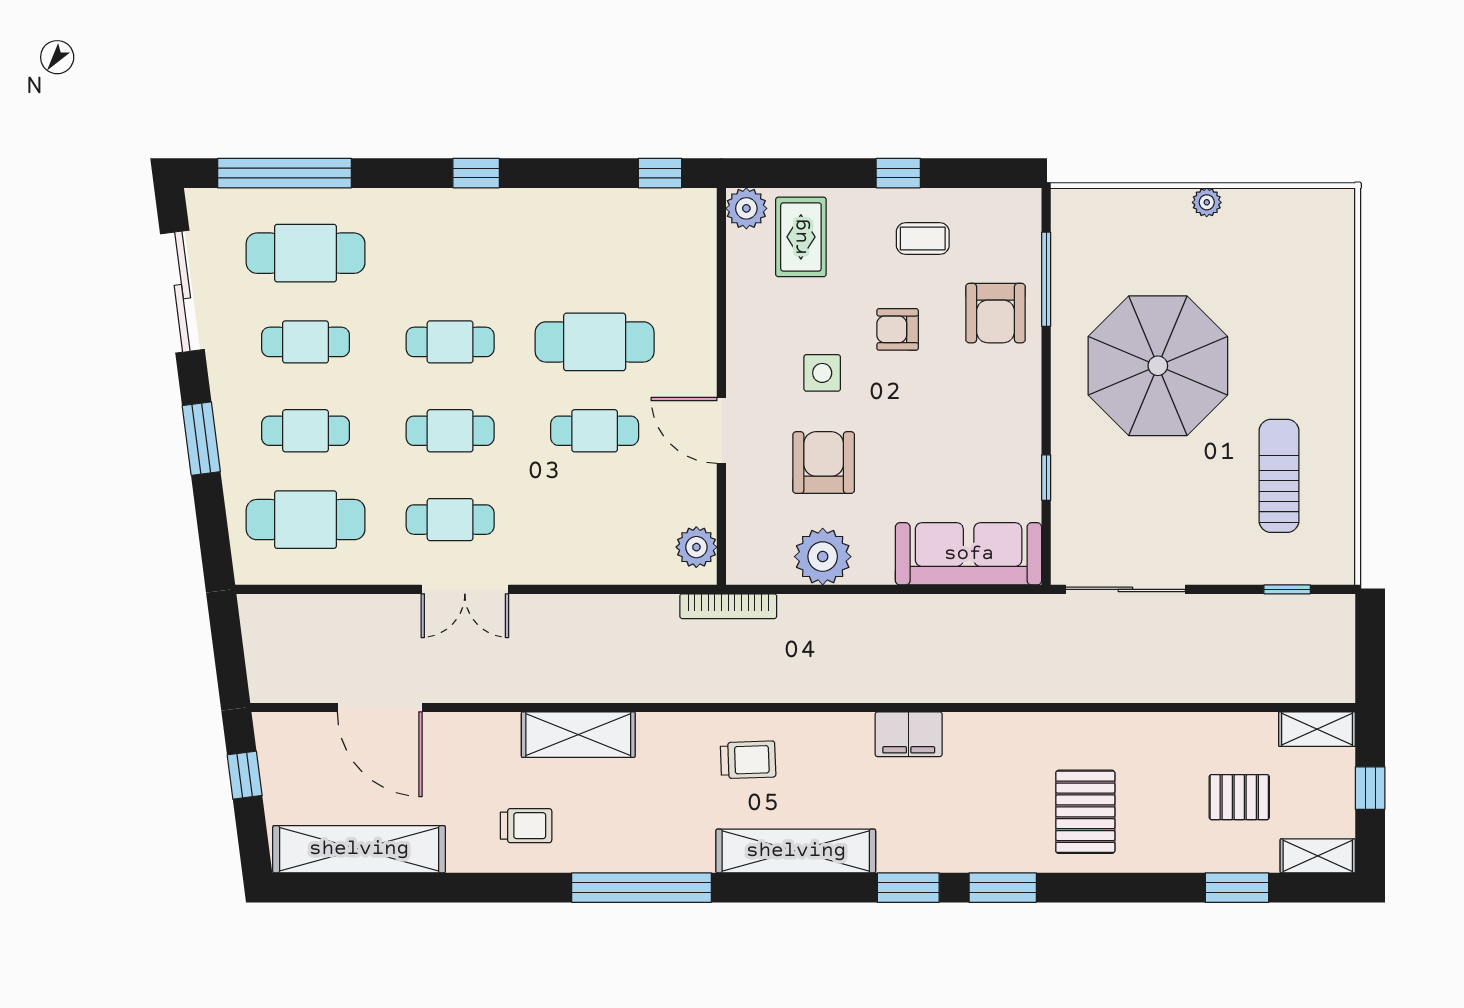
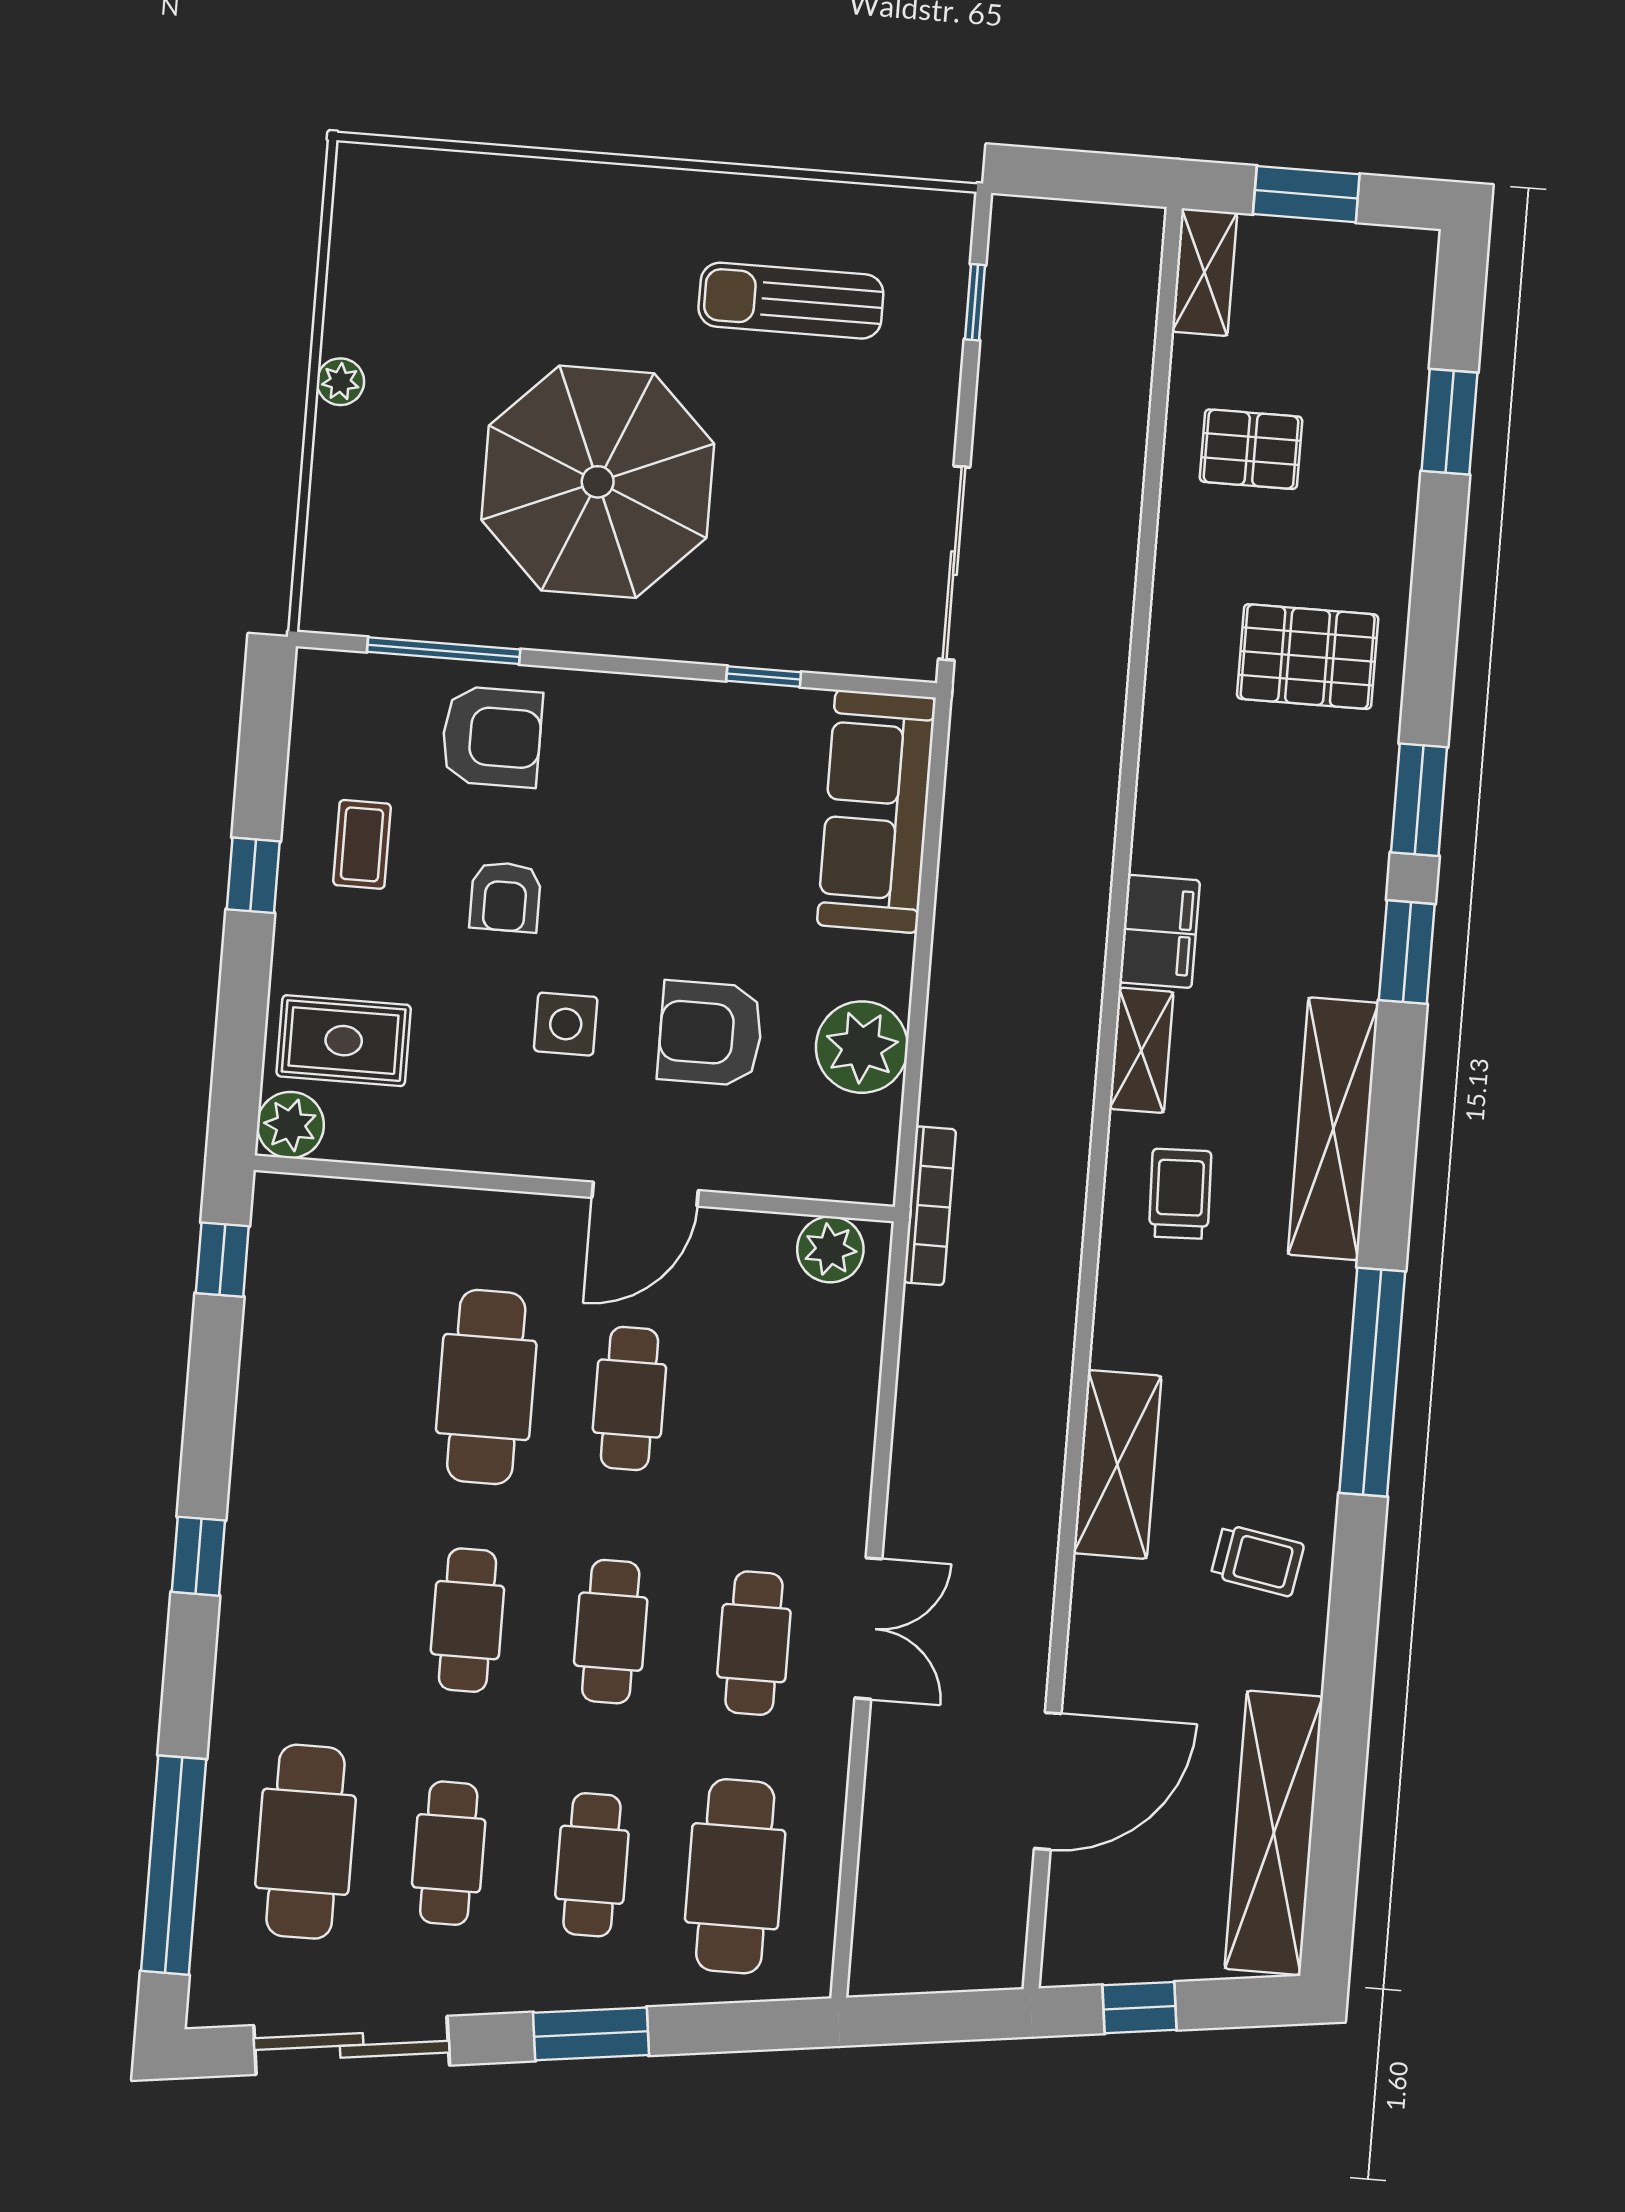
window: (1370, 788) -> (1306, 194), width x1.50
pallet: (1239, 797) -> (1251, 449), moved, turned 90
trolley: (526, 826) -> (1257, 1560), turned 100
shelving: (1318, 856) -> (1141, 1050), moved

